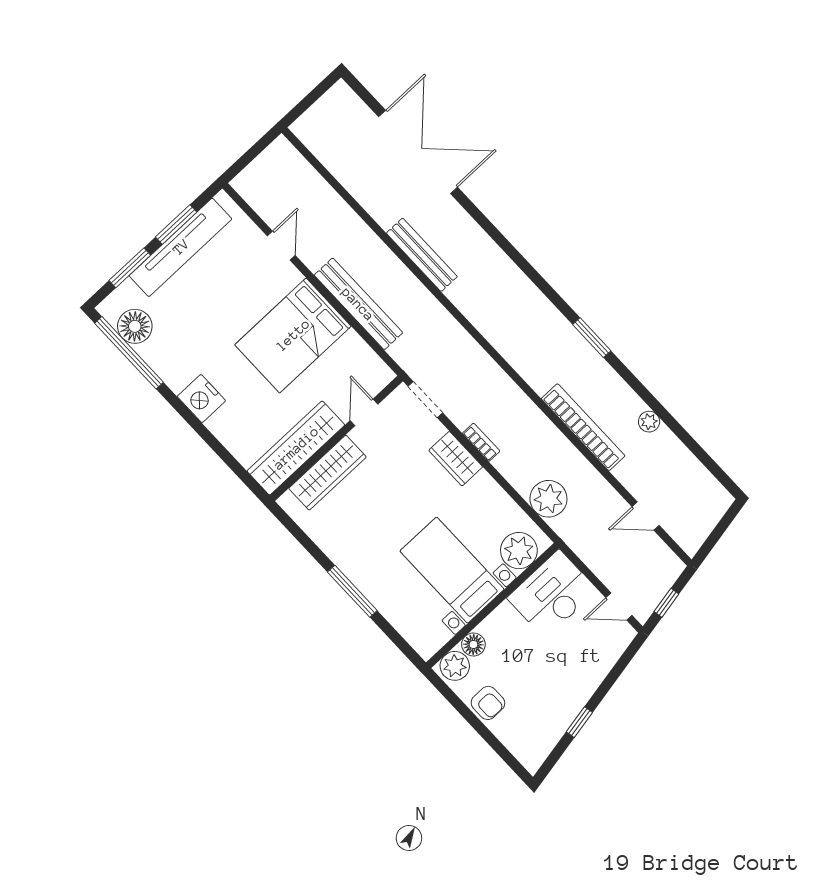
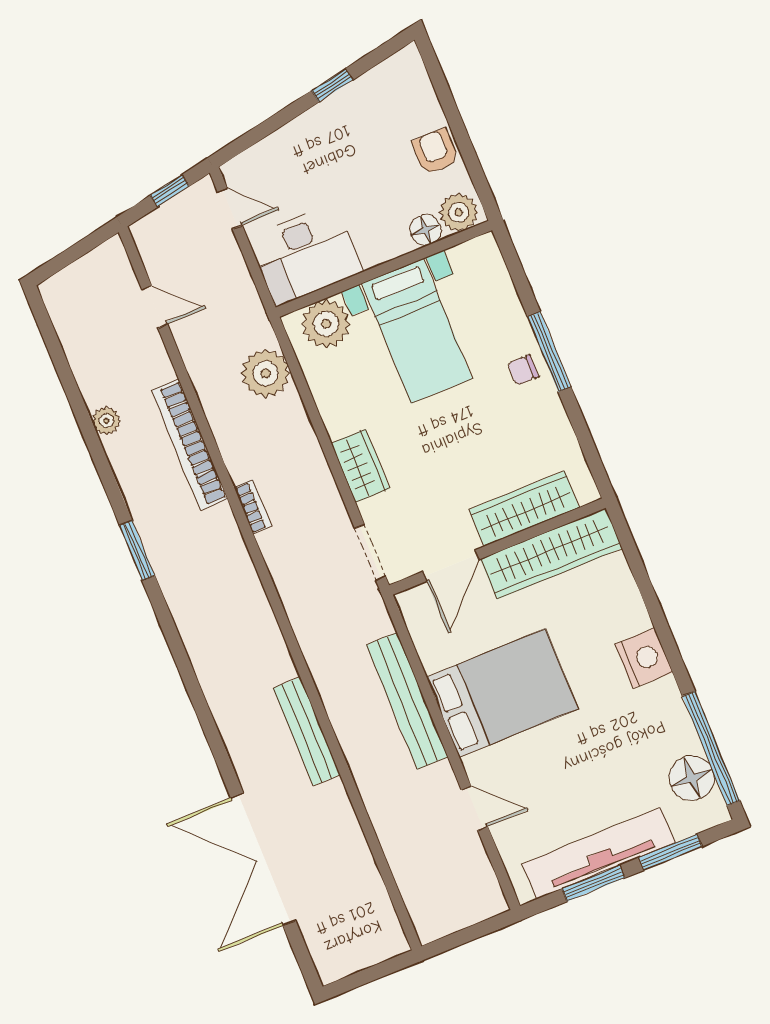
door: (281, 246) -> (475, 808), swing flipped
door: (364, 412) -> (451, 565), width x1.38
bookcase: (481, 442) -> (253, 507), moved, turned 180
chair: (366, 571) -> (523, 370), added

